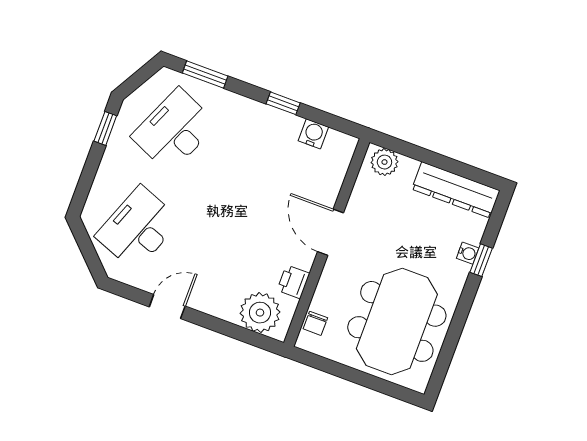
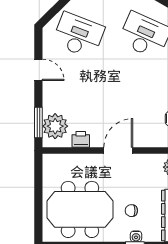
chair: (315, 323) -> (131, 211), moved
window: (245, 335) -> (38, 123), added

